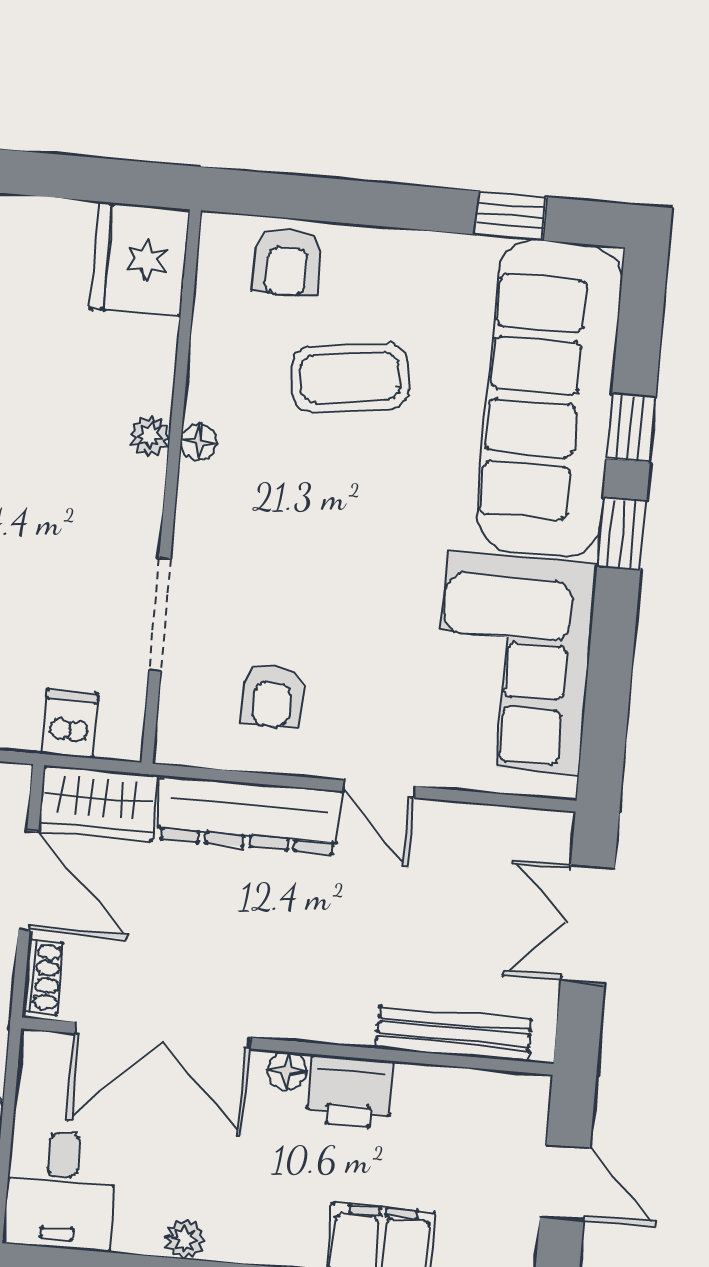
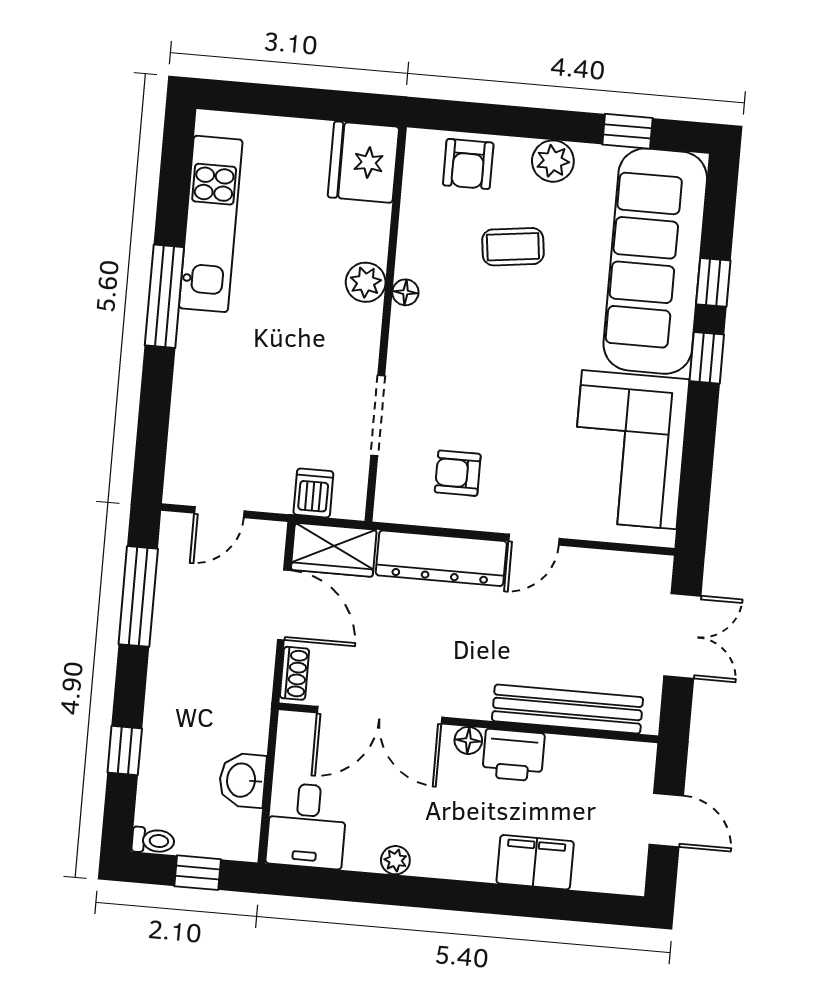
plant: (406, 258) -> (553, 161), added
coffee table: (350, 378) -> (513, 247), width x0.73, depth x0.77
plant: (150, 436) -> (366, 282), width x1.38, depth x1.38
armchair: (272, 696) -> (458, 473), turned 90
door: (379, 789) -> (534, 540), hinge flipped
double door: (588, 924) -> (682, 636), swing flipped
bench: (454, 1034) -> (567, 709), width x1.37, depth x1.21

